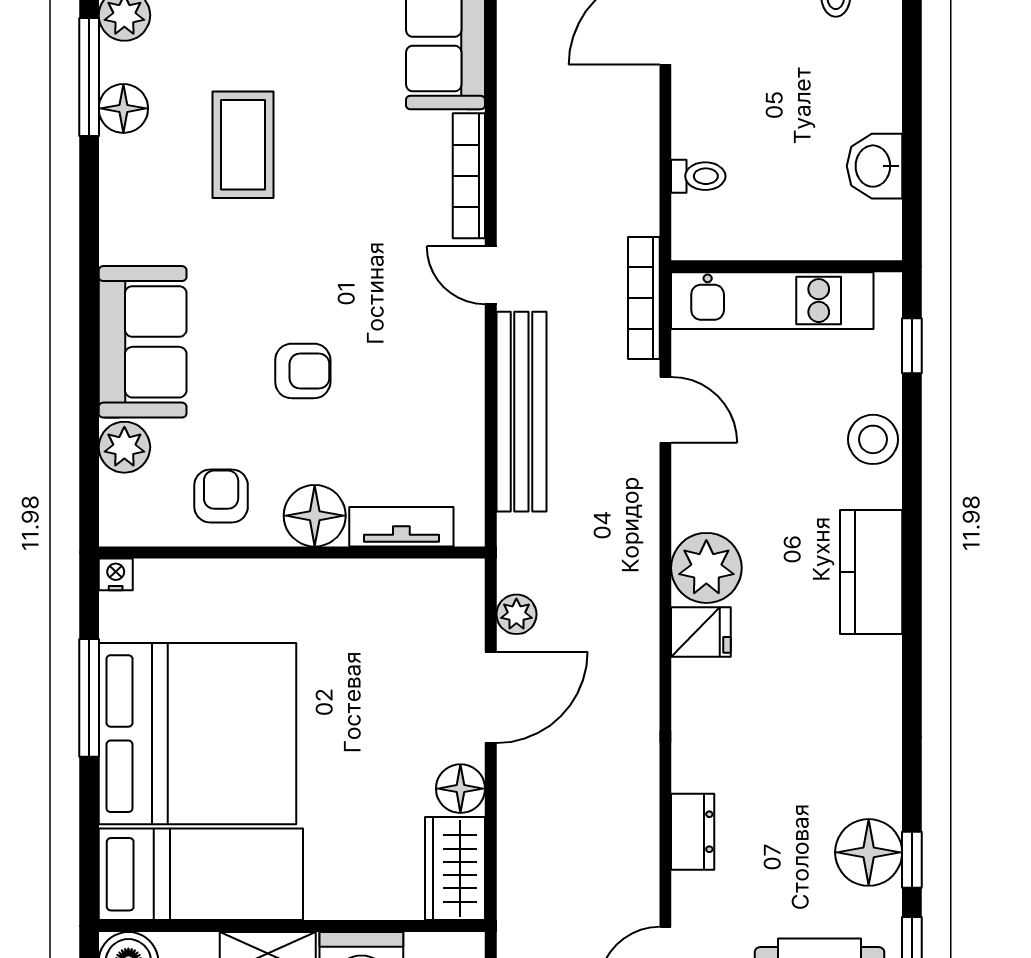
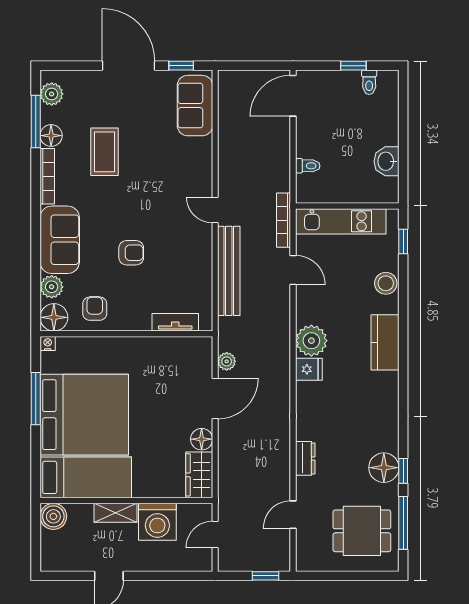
bookcase: (469, 176) -> (47, 176), moved, turned 180
floor lamp: (315, 516) -> (54, 317), moved

